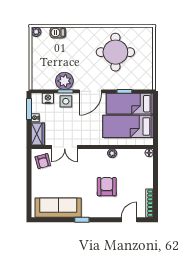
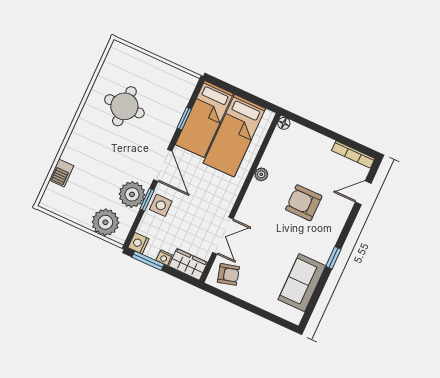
plant: (36, 32) -> (105, 222), moved, width x1.88, depth x1.88
round table: (115, 52) -> (124, 106), width x0.73, depth x0.73
nightstand: (48, 98) -> (139, 243), moved
sofa: (58, 208) -> (302, 283), width x0.73
door: (129, 220) -> (363, 193), hinge flipped

